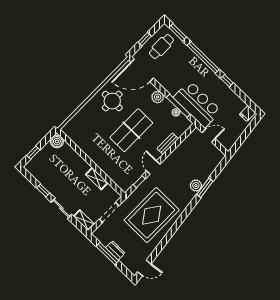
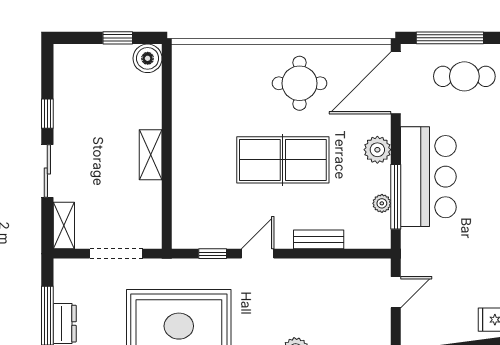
window: (145, 39) -> (450, 38), width x2.17
door: (142, 70) -> (396, 83), hinge flipped
bar counter: (197, 104) -> (428, 177), moved
door: (209, 136) -> (396, 292), hinge flipped
window: (33, 153) -> (118, 38), moved
shelving: (97, 179) -> (151, 155), moved

